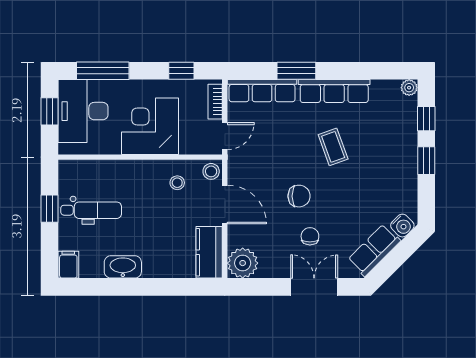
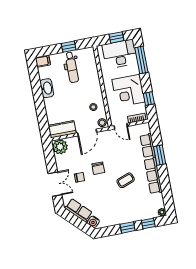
row of seats: (262, 91) -> (148, 146), width x0.68
corner desk: (150, 126) -> (128, 91), moved, turned 180

